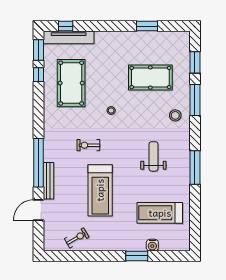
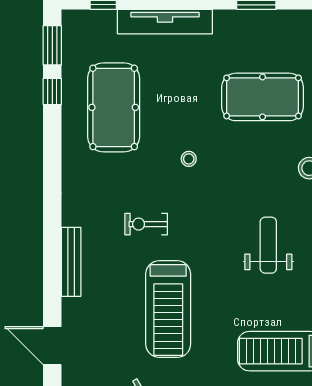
tv unit: (69, 37) -> (165, 22), moved
window: (38, 163) -> (52, 257), removed
bench: (48, 181) -> (71, 262), moved
door: (38, 210) -> (52, 346), hinge flipped

